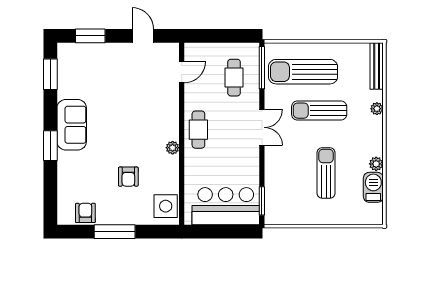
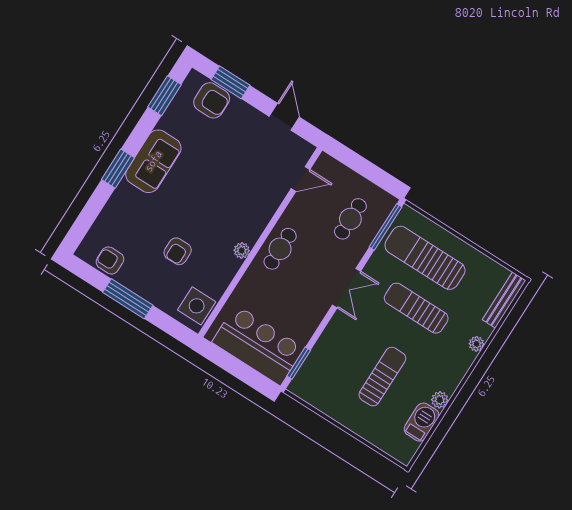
armchair: (85, 57) -> (212, 100), added
armchair: (85, 213) -> (110, 260), turned -90

